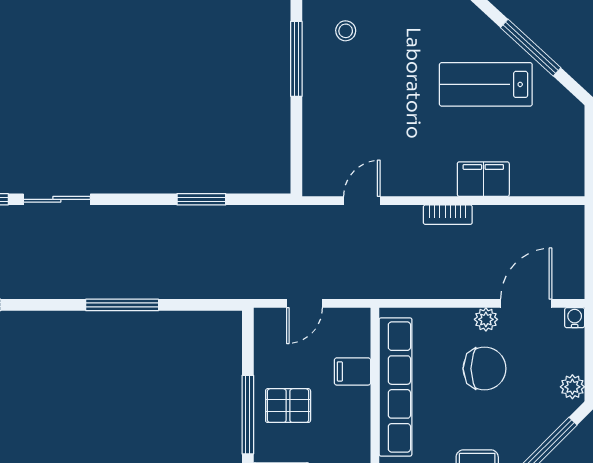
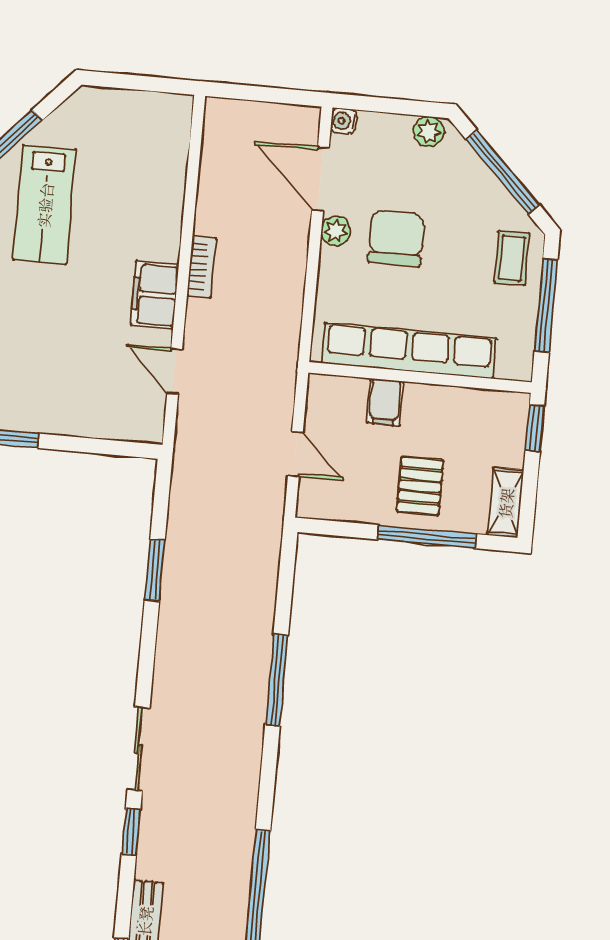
filing cabinet: (483, 179) -> (155, 295), moved

